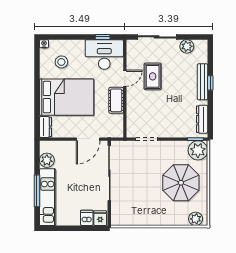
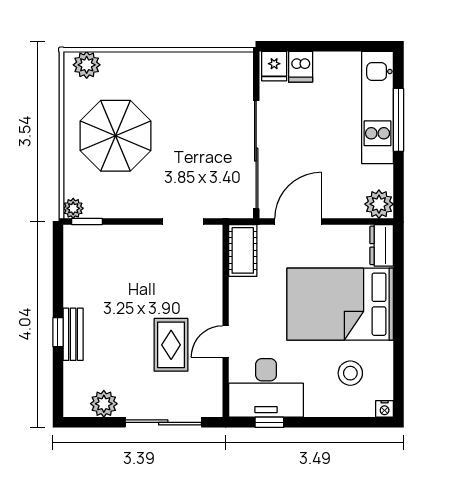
bench: (202, 82) -> (73, 334), width x0.73
cot: (116, 100) -> (243, 250), moved
dresser: (202, 119) -> (74, 261), removed
plant: (198, 150) -> (73, 208), width x0.53, depth x0.53
plant: (47, 160) -> (379, 204), moved

